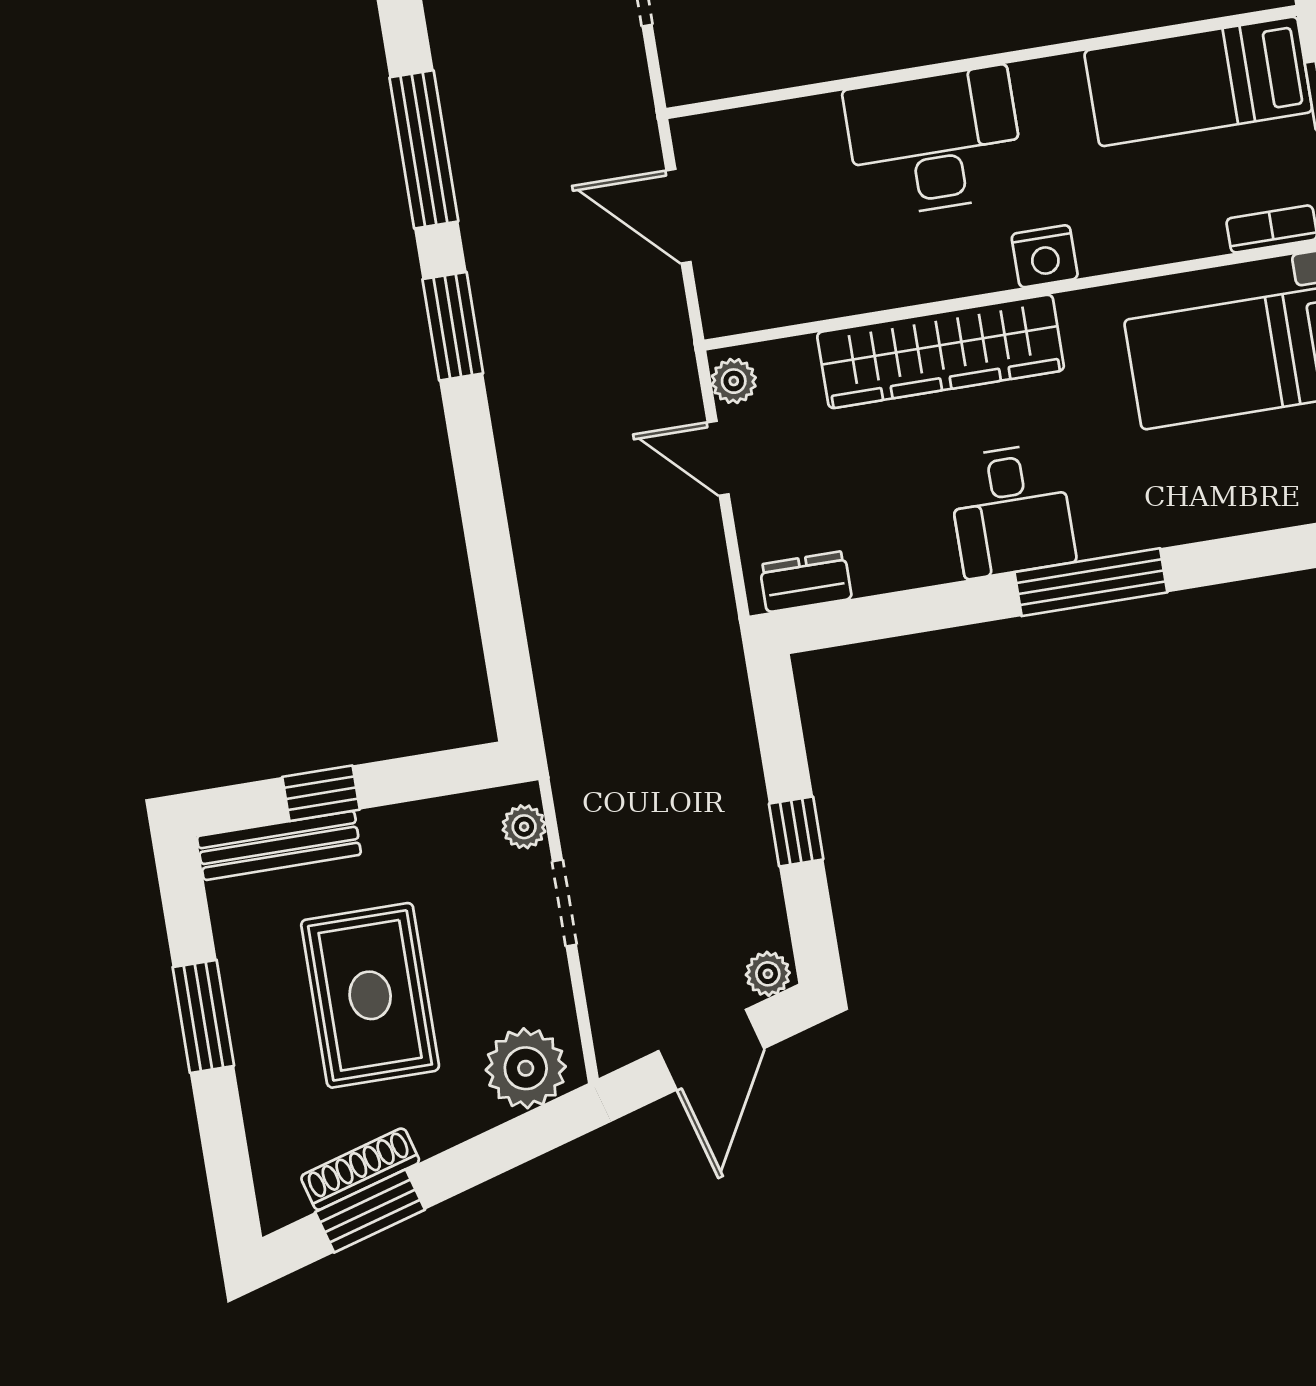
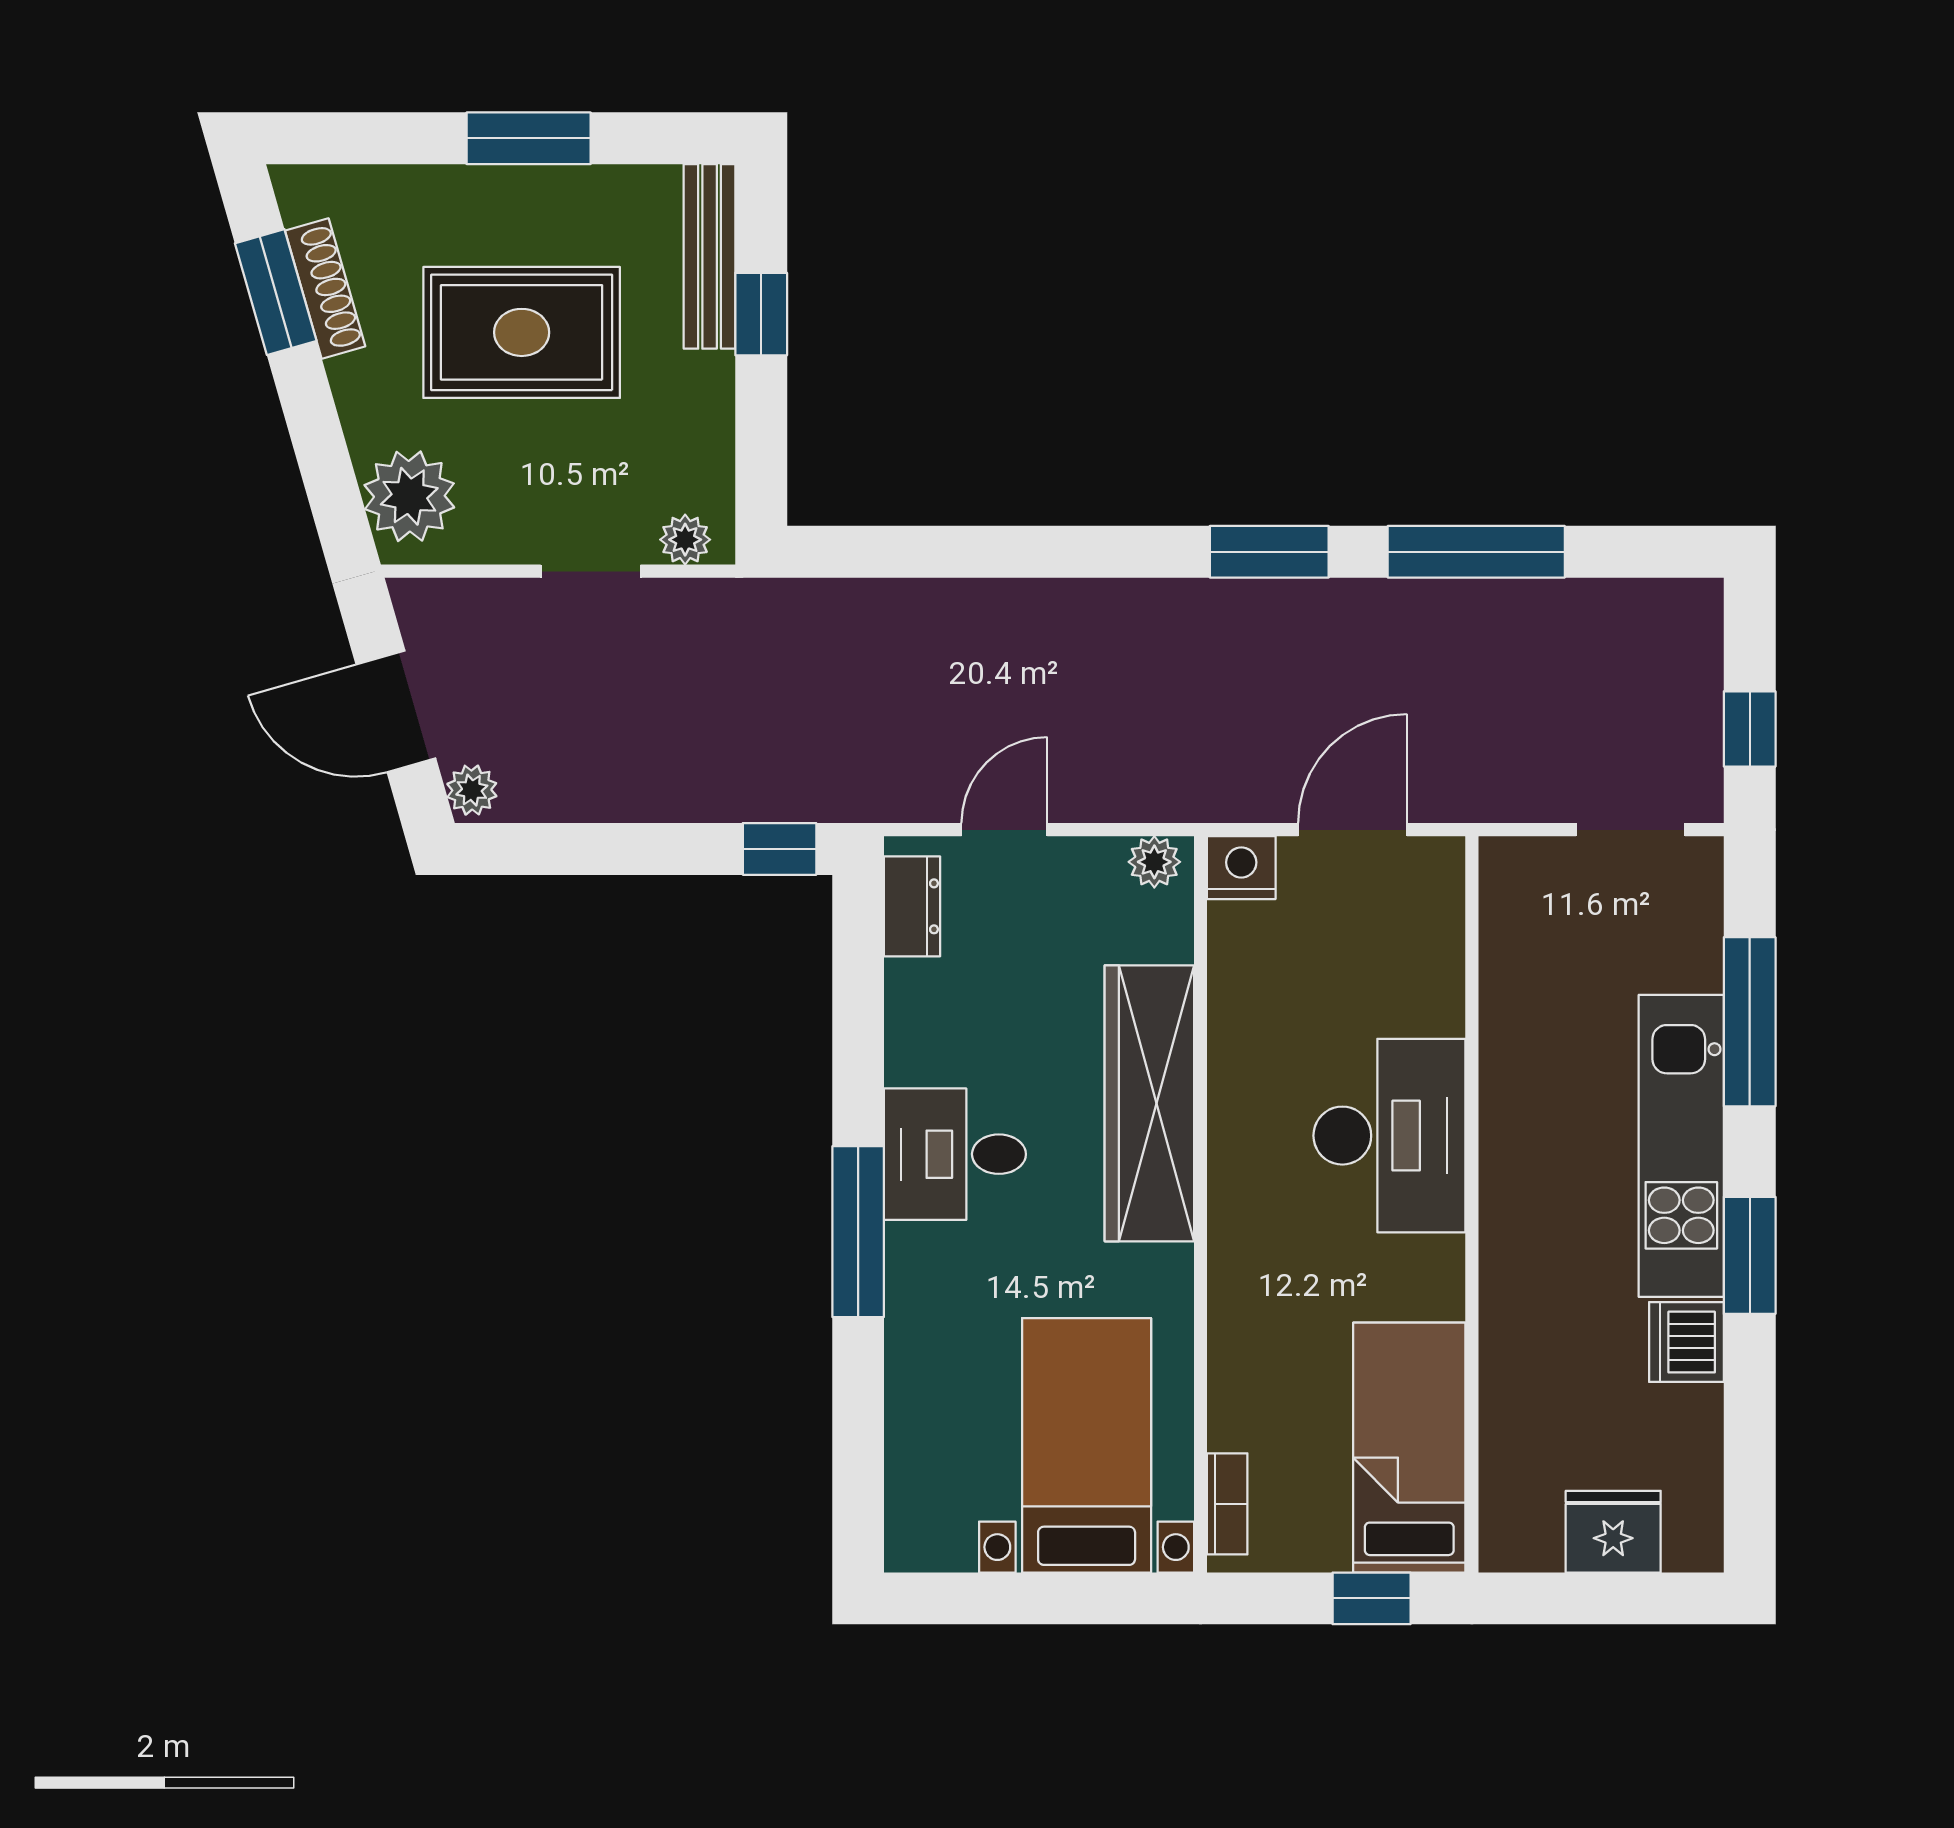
nightstand: (1045, 256) -> (1241, 868), moved, turned 90
door: (718, 458) -> (1004, 830), moved
window: (796, 831) -> (780, 849), moved

